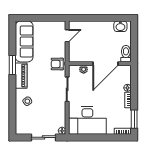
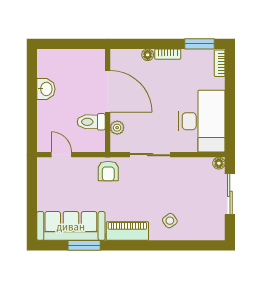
washbasin: (120, 26) -> (46, 89), moved
toilet: (126, 54) -> (91, 122), moved
window: (12, 65) -> (84, 245), moved

